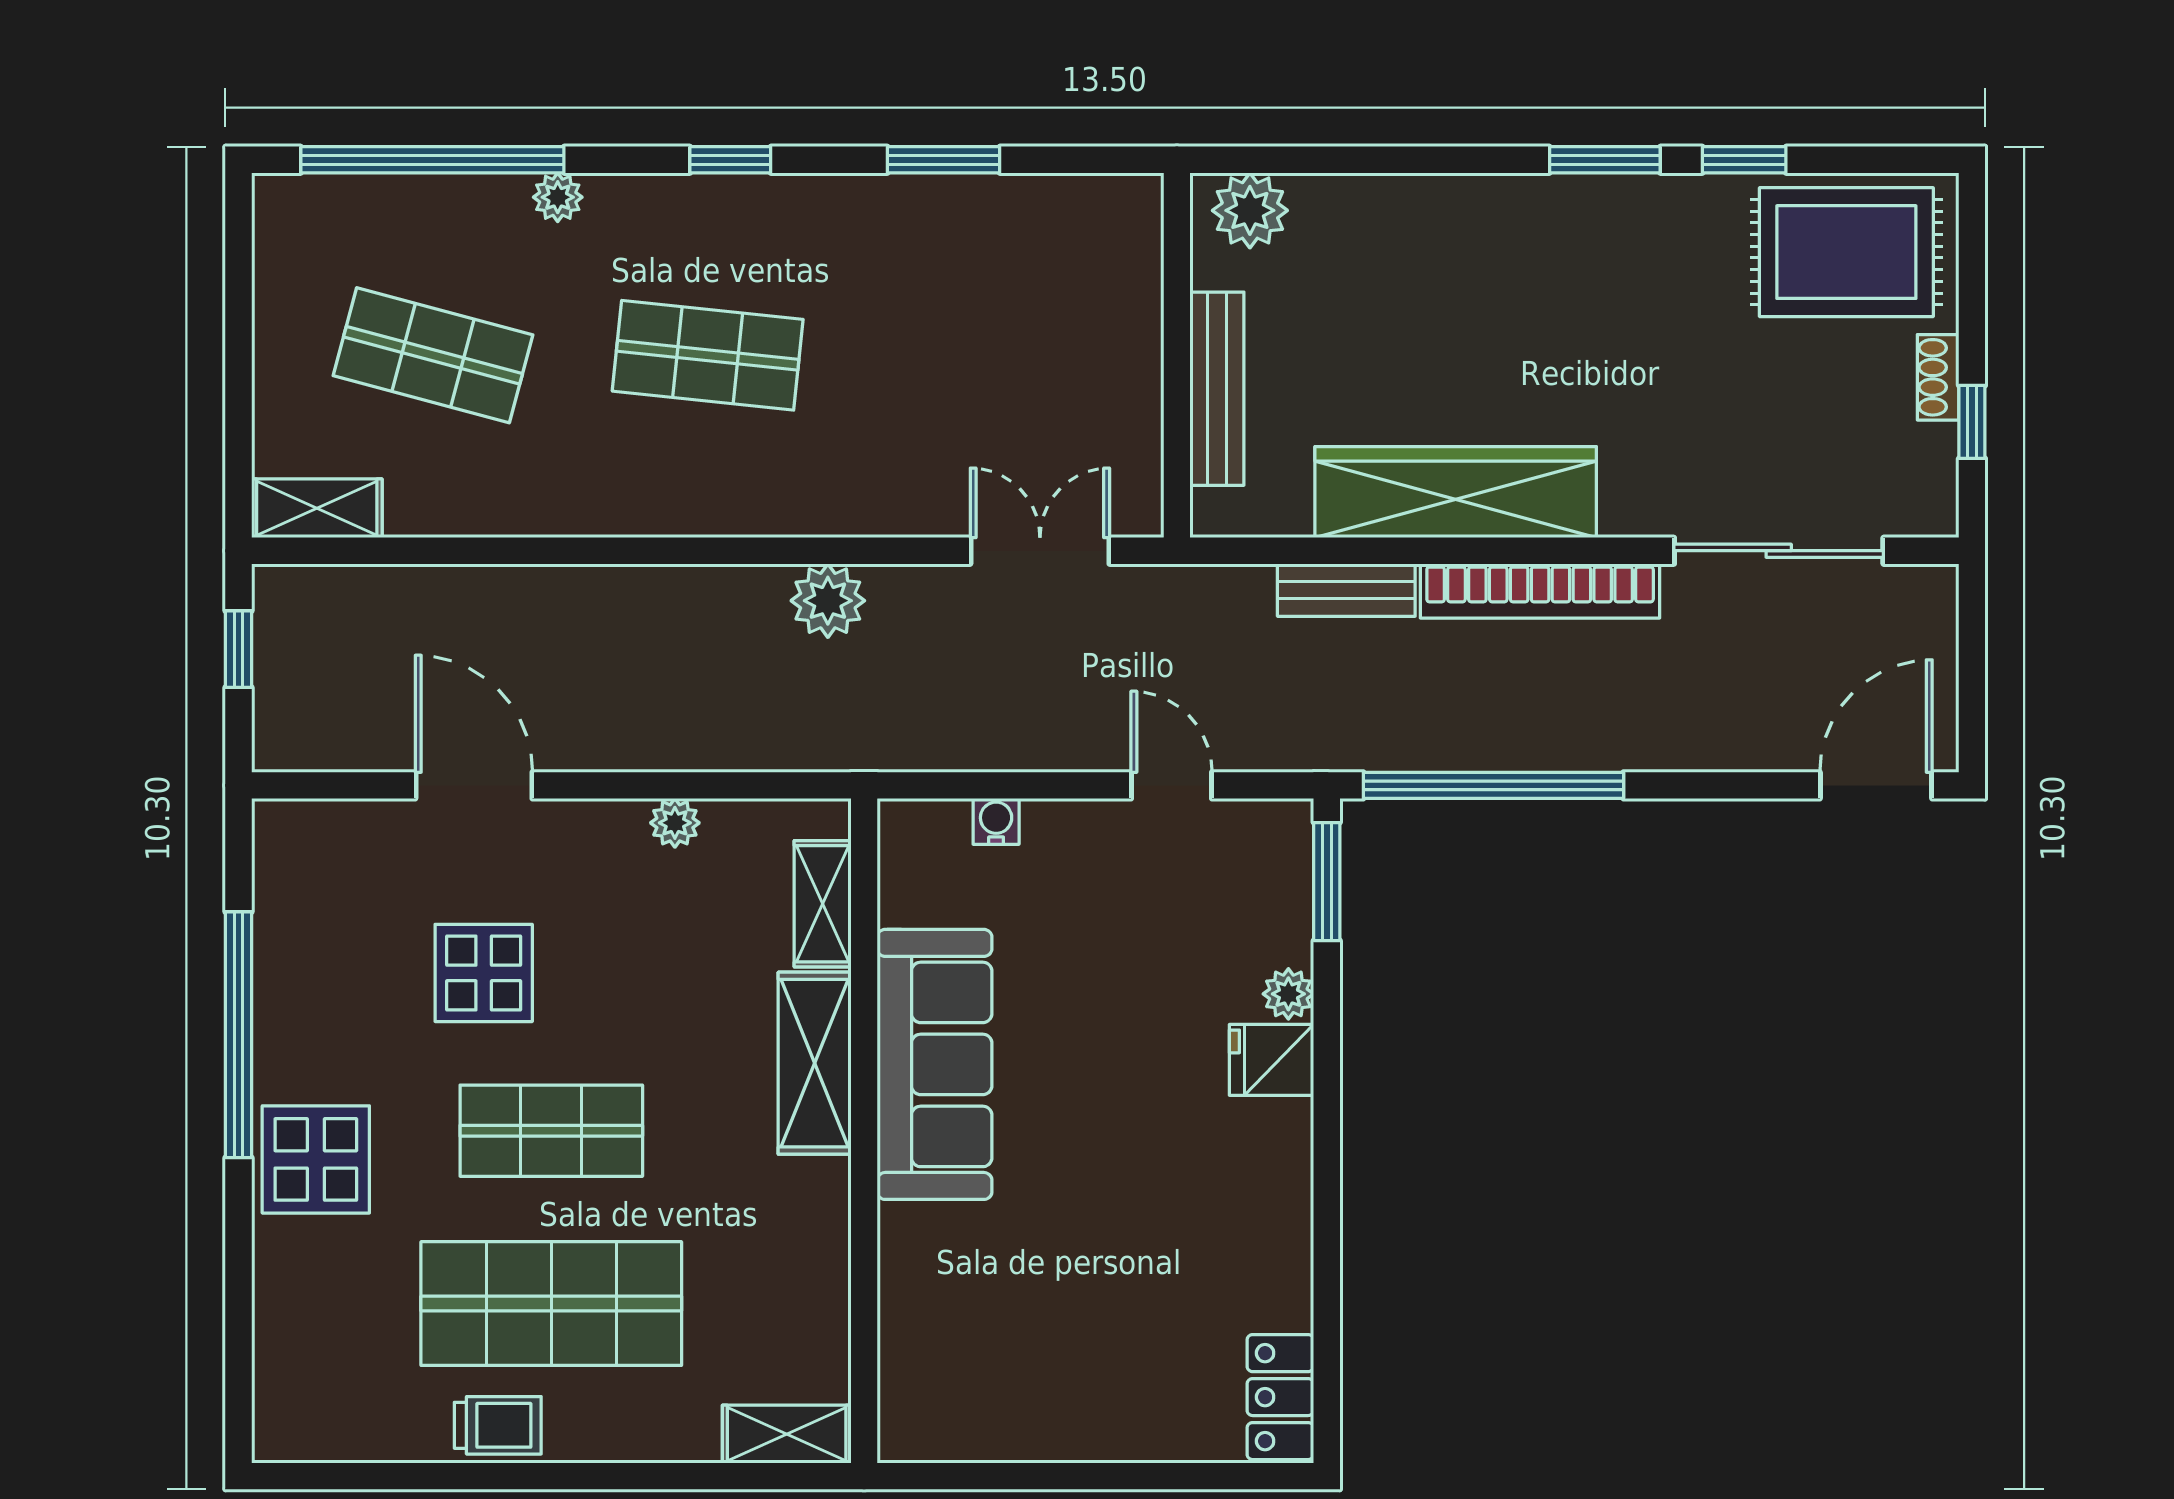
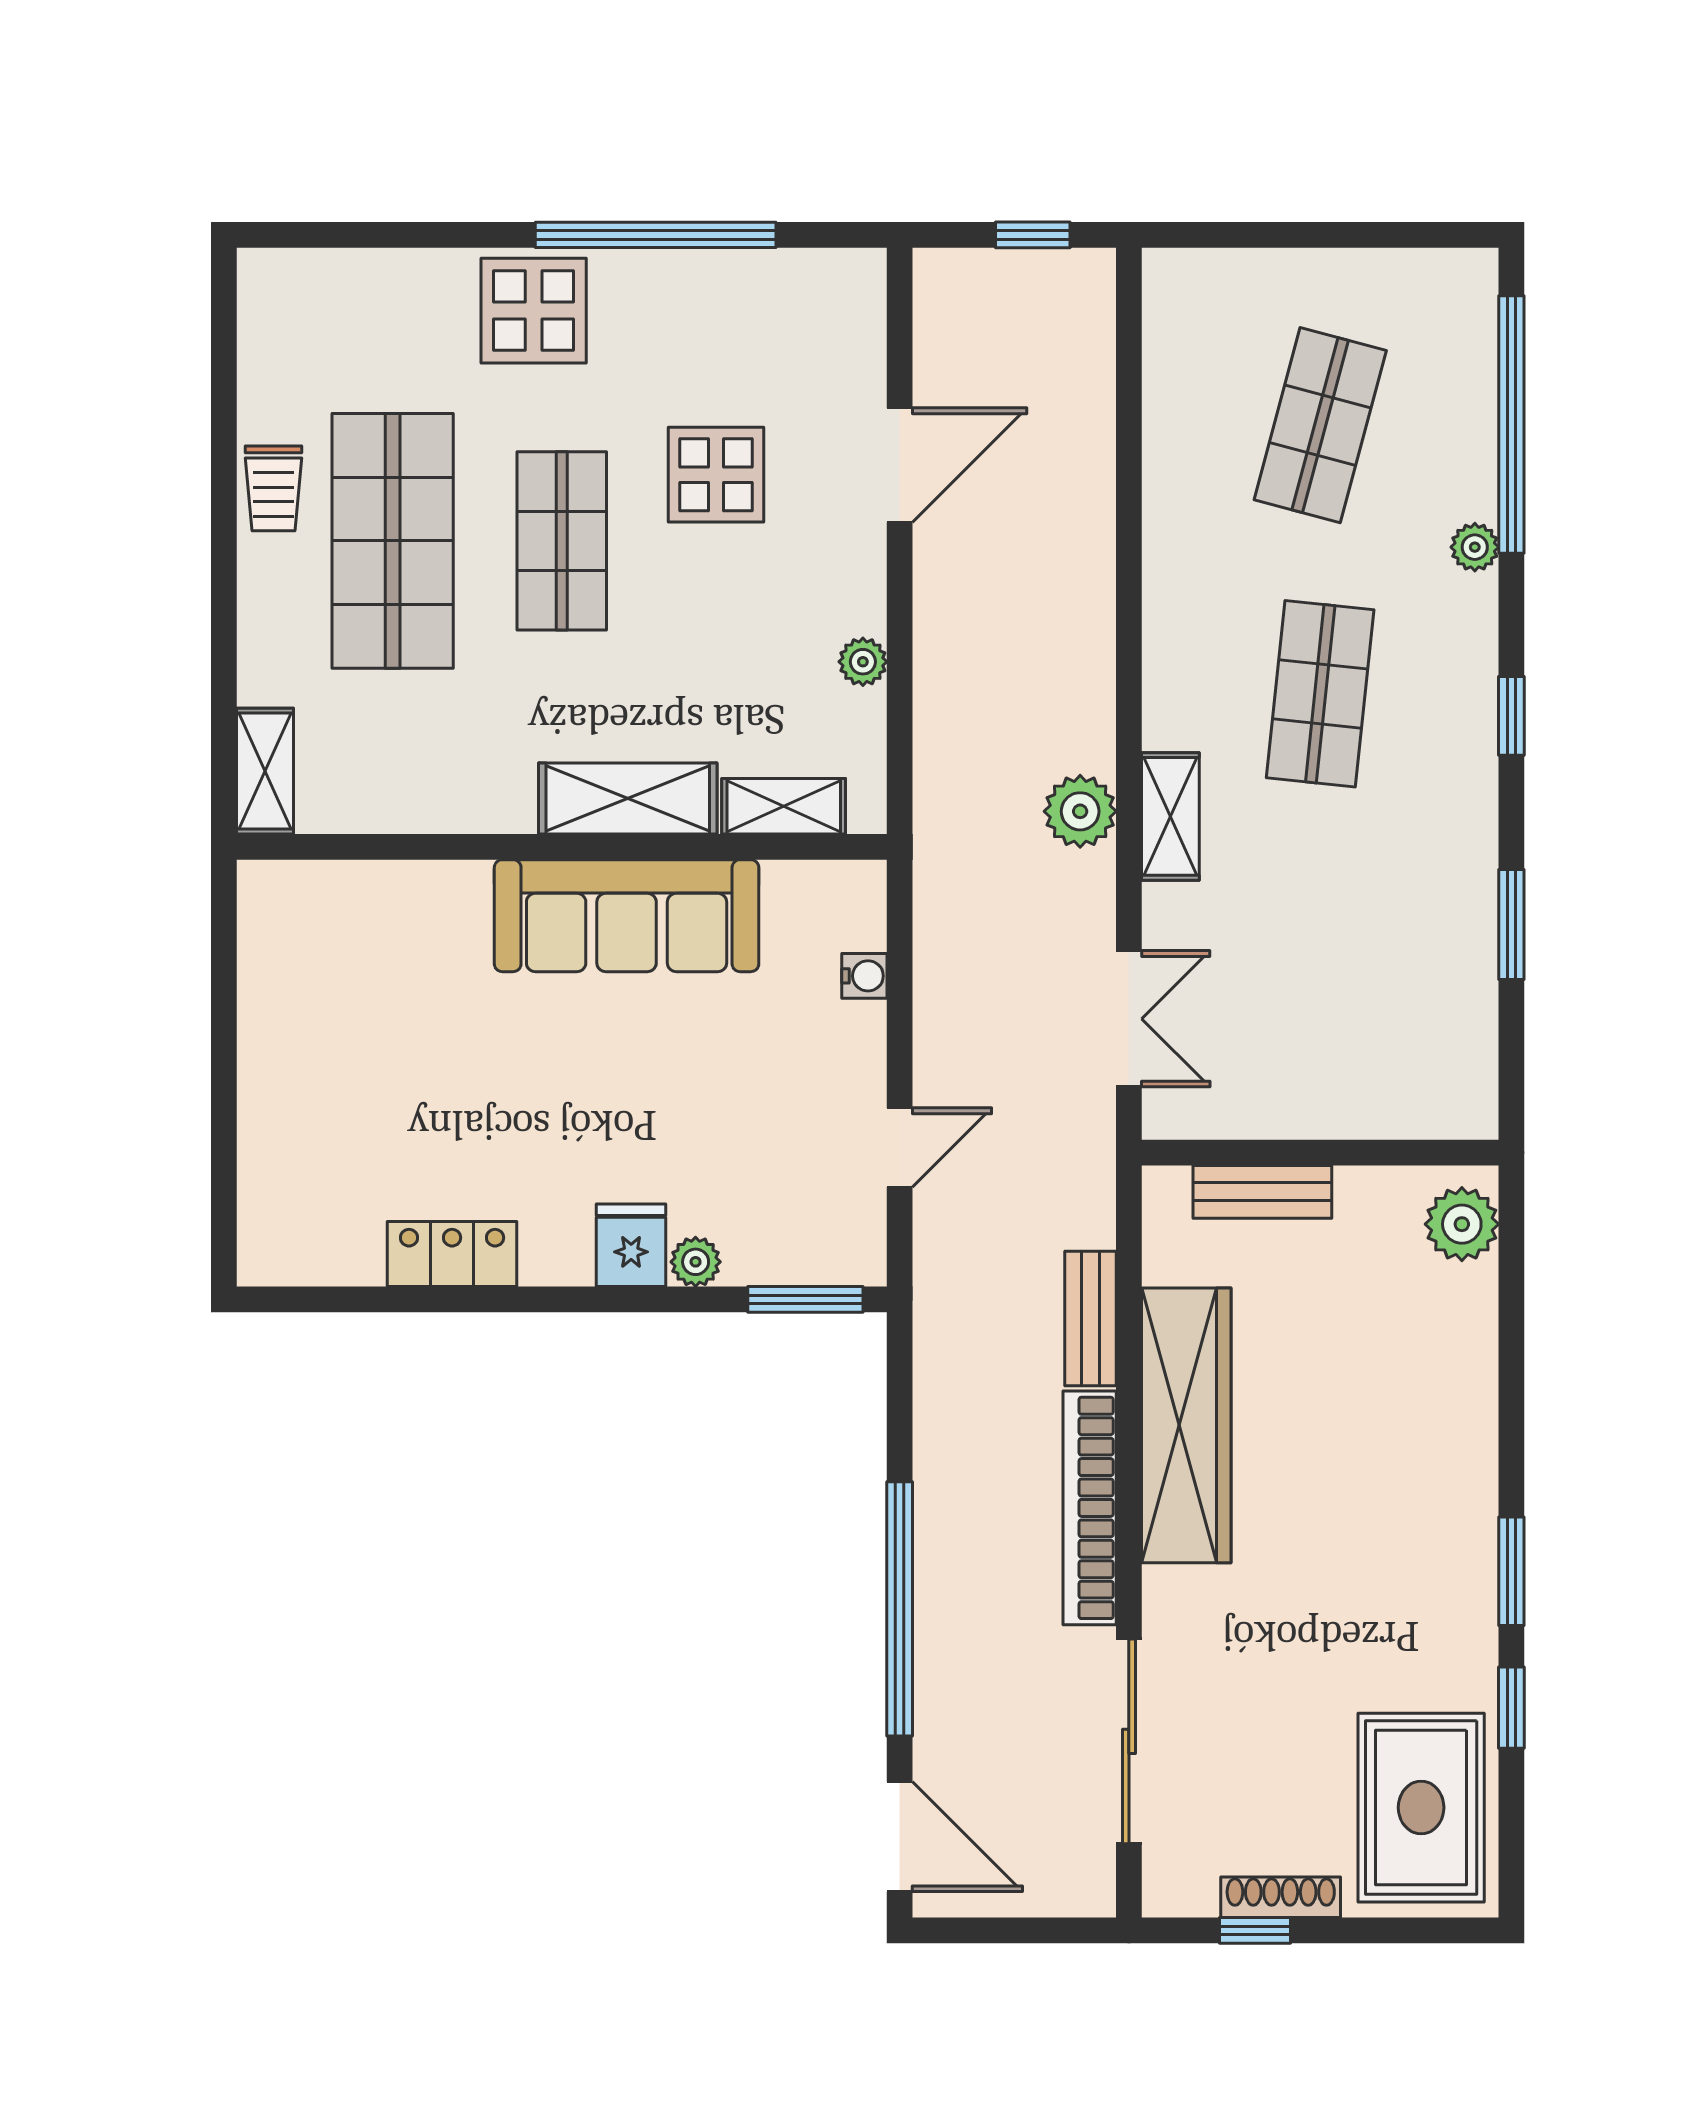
shoe rack: (1938, 377) -> (1281, 1897), width x1.43
bench: (1217, 389) -> (1262, 1192), width x0.73
shelving: (317, 508) -> (1170, 816), moved
window: (1493, 785) -> (900, 1609), moved
locker: (1280, 1397) -> (452, 1254), moved

